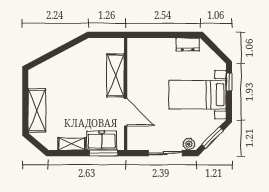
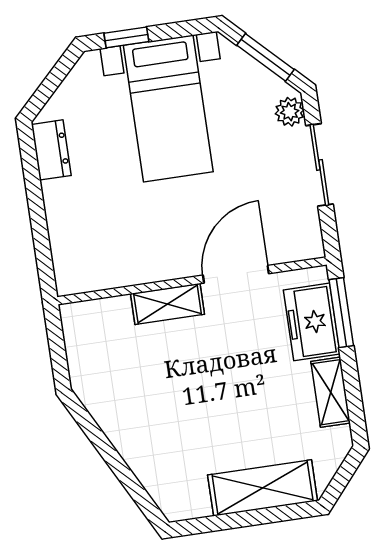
shelving: (116, 75) -> (168, 304), width x0.67, depth x0.75

